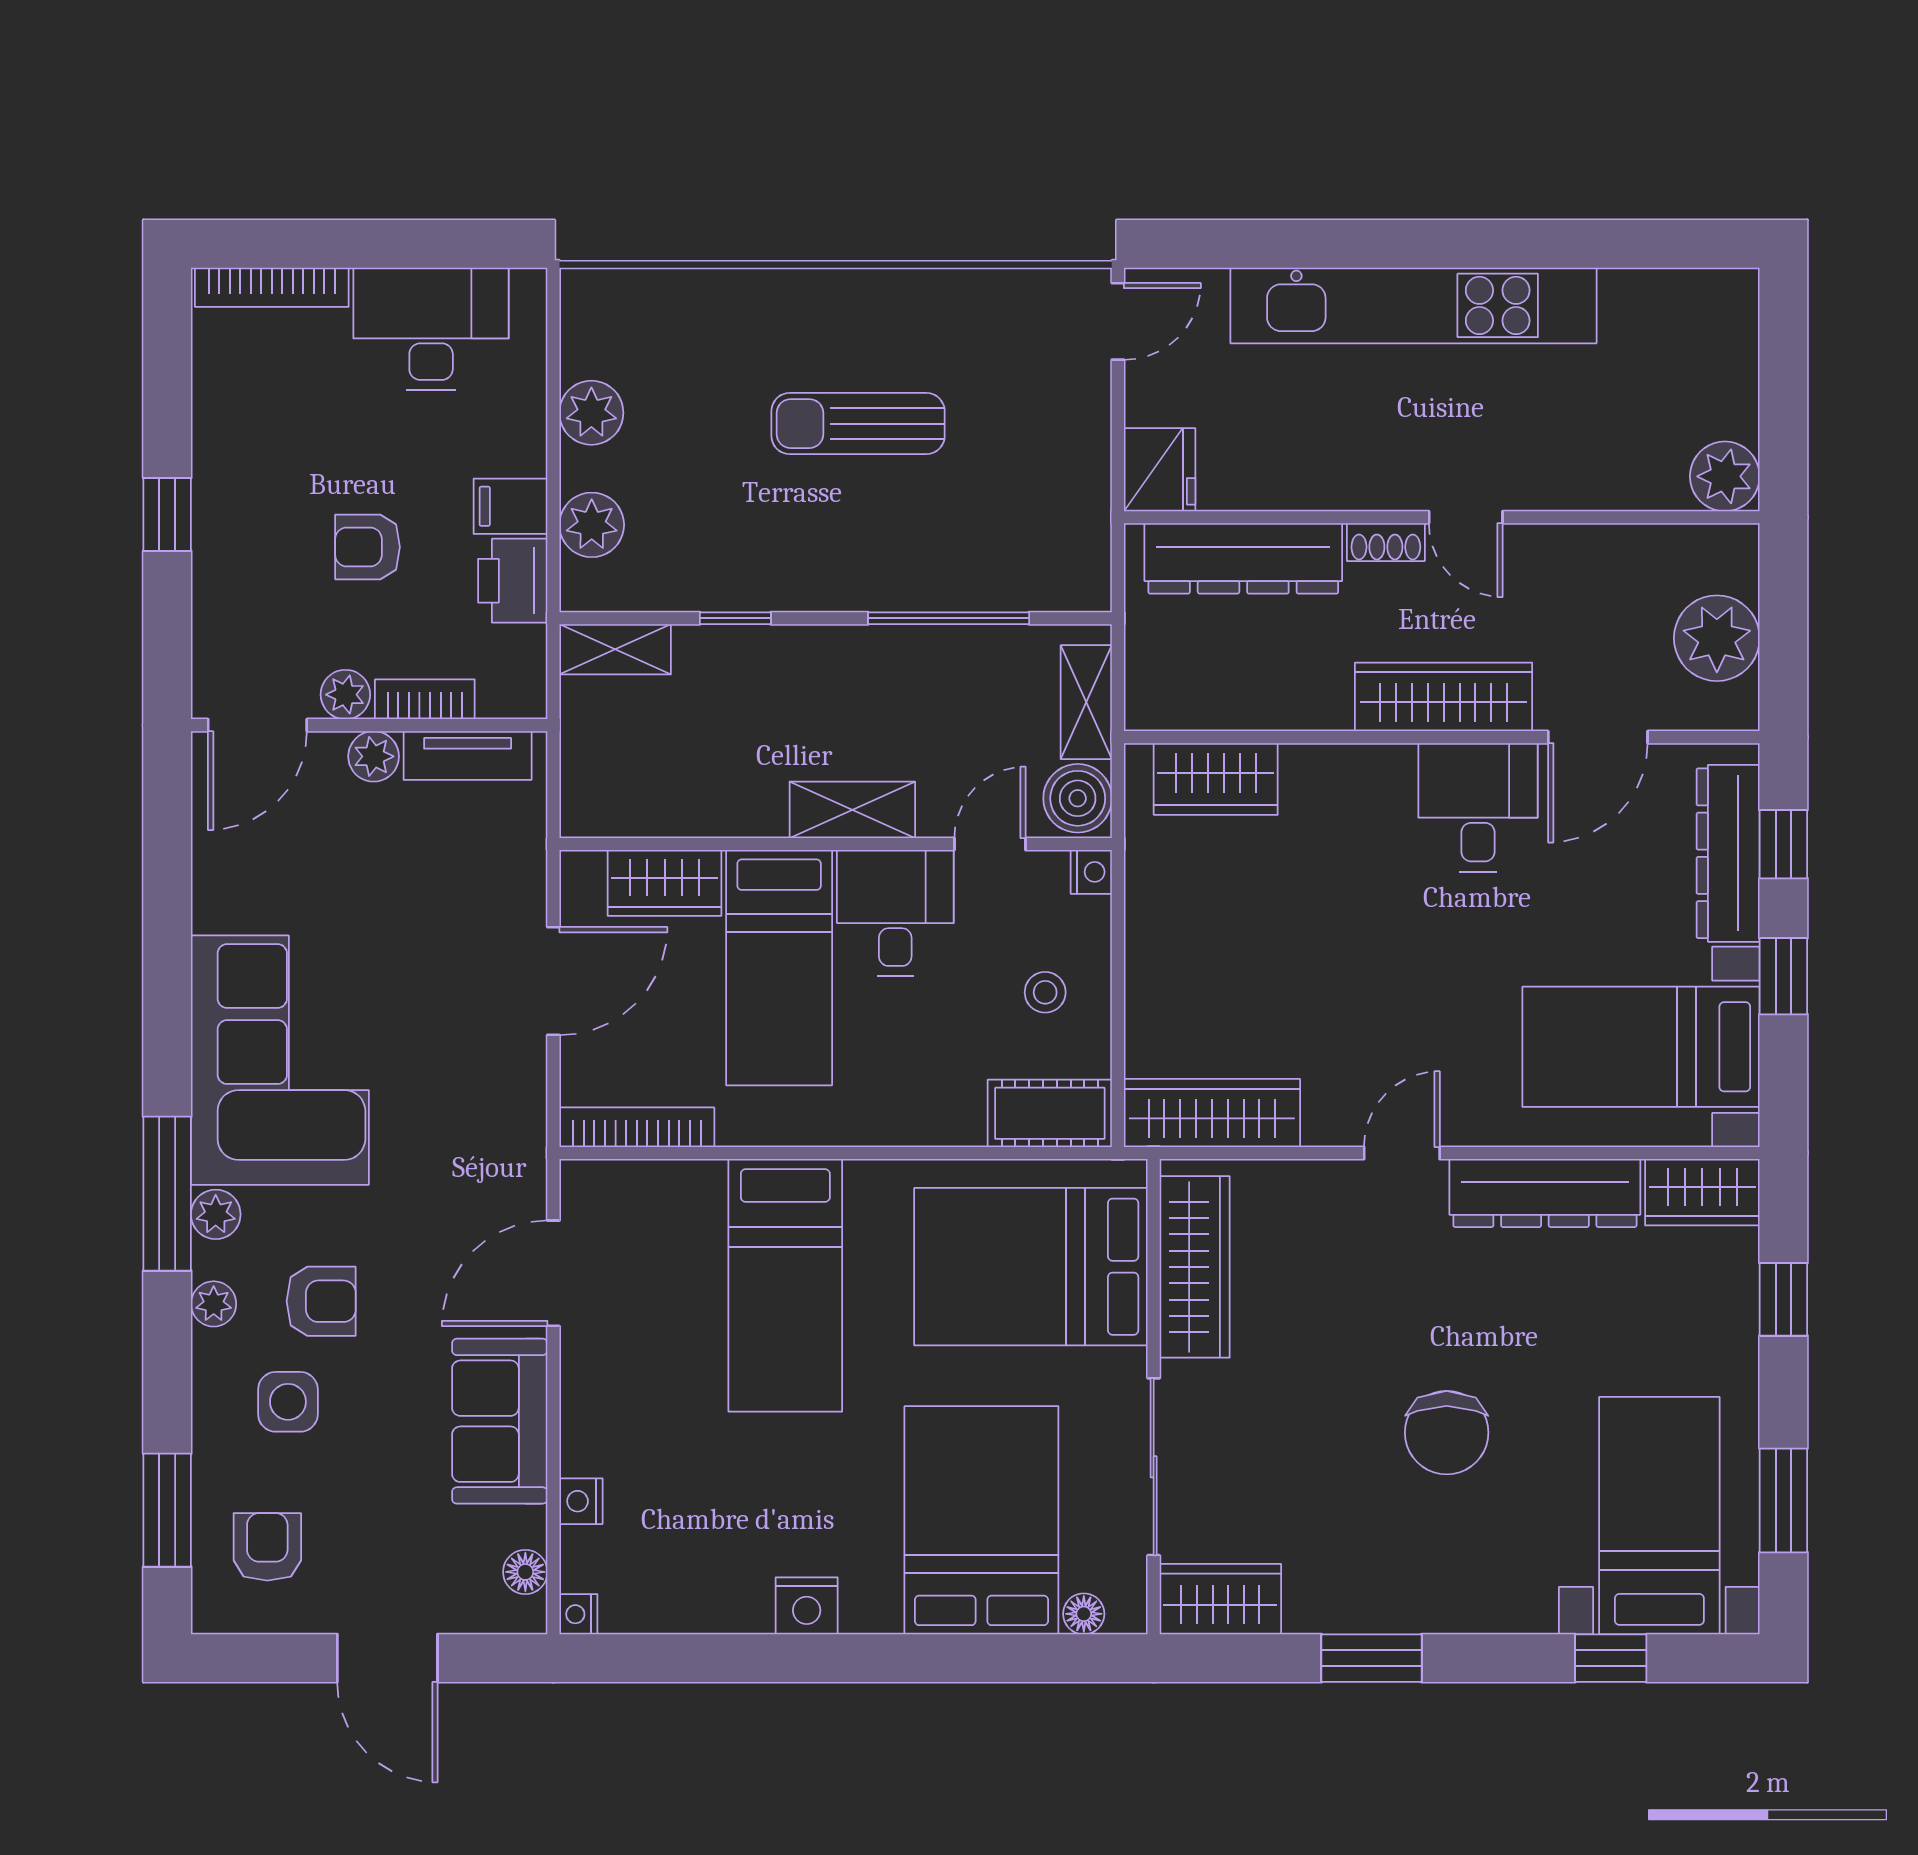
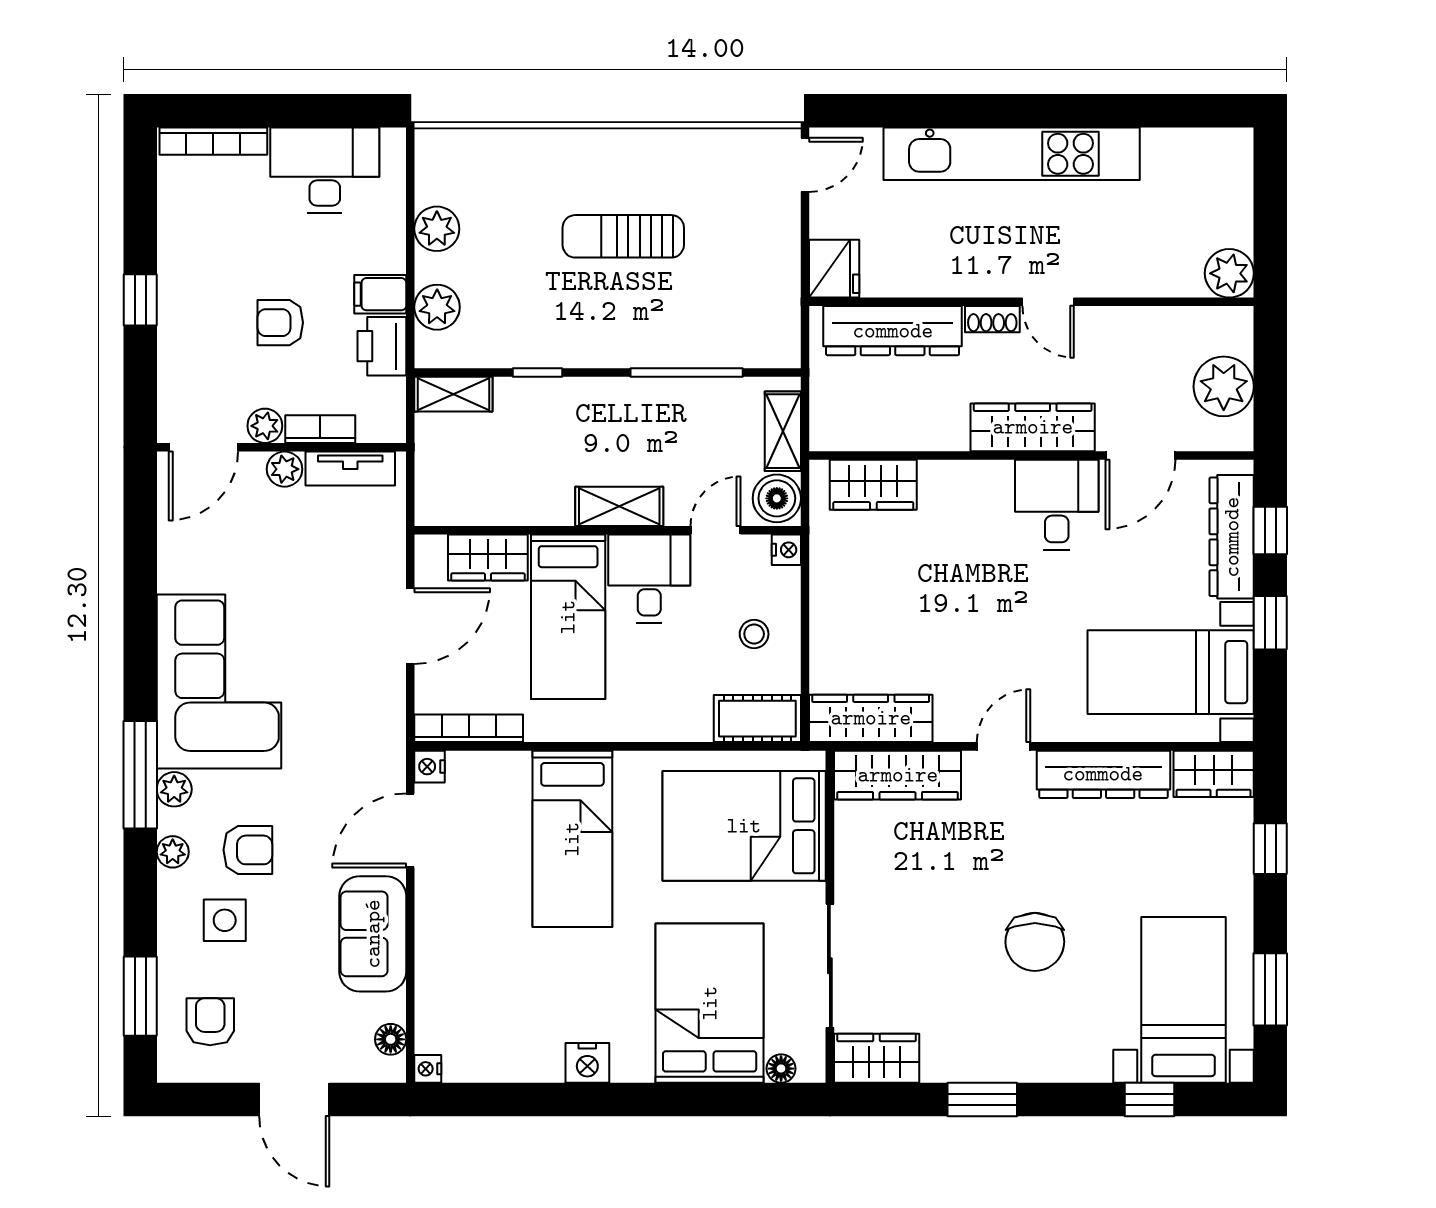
wardrobe: (1195, 1267) -> (898, 775), moved, turned 90
nightstand: (581, 1501) -> (430, 767), moved

